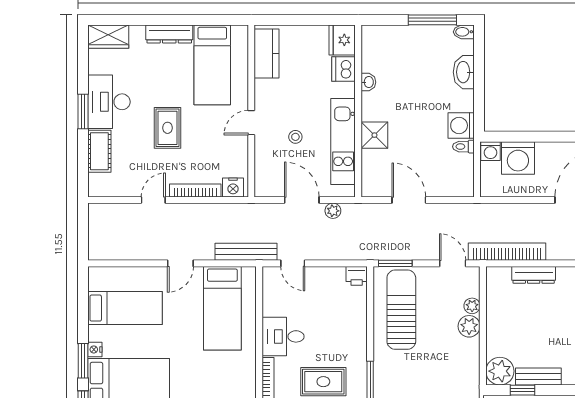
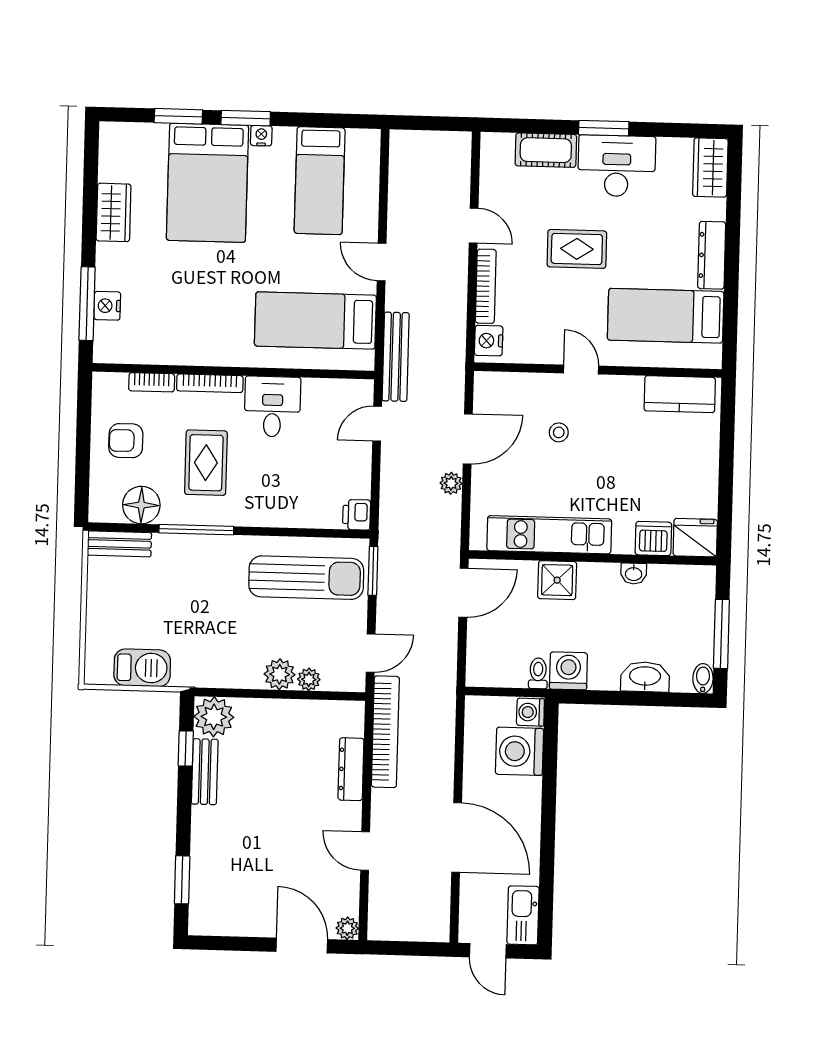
fridge: (342, 40) -> (695, 538), moved
dishwasher: (344, 69) -> (653, 538), moved
washbasin: (368, 82) -> (634, 574), moved
wall: (358, 111) -> (593, 558), moved
shower: (374, 135) -> (557, 580), moved
kitchen unit: (343, 141) -> (549, 535), moved

